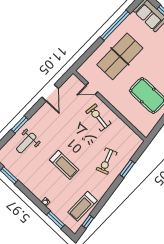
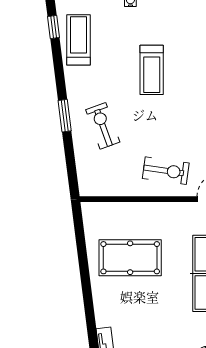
treadmill: (64, 165) -> (152, 70), turned -90
window: (127, 169) -> (65, 116), moved

